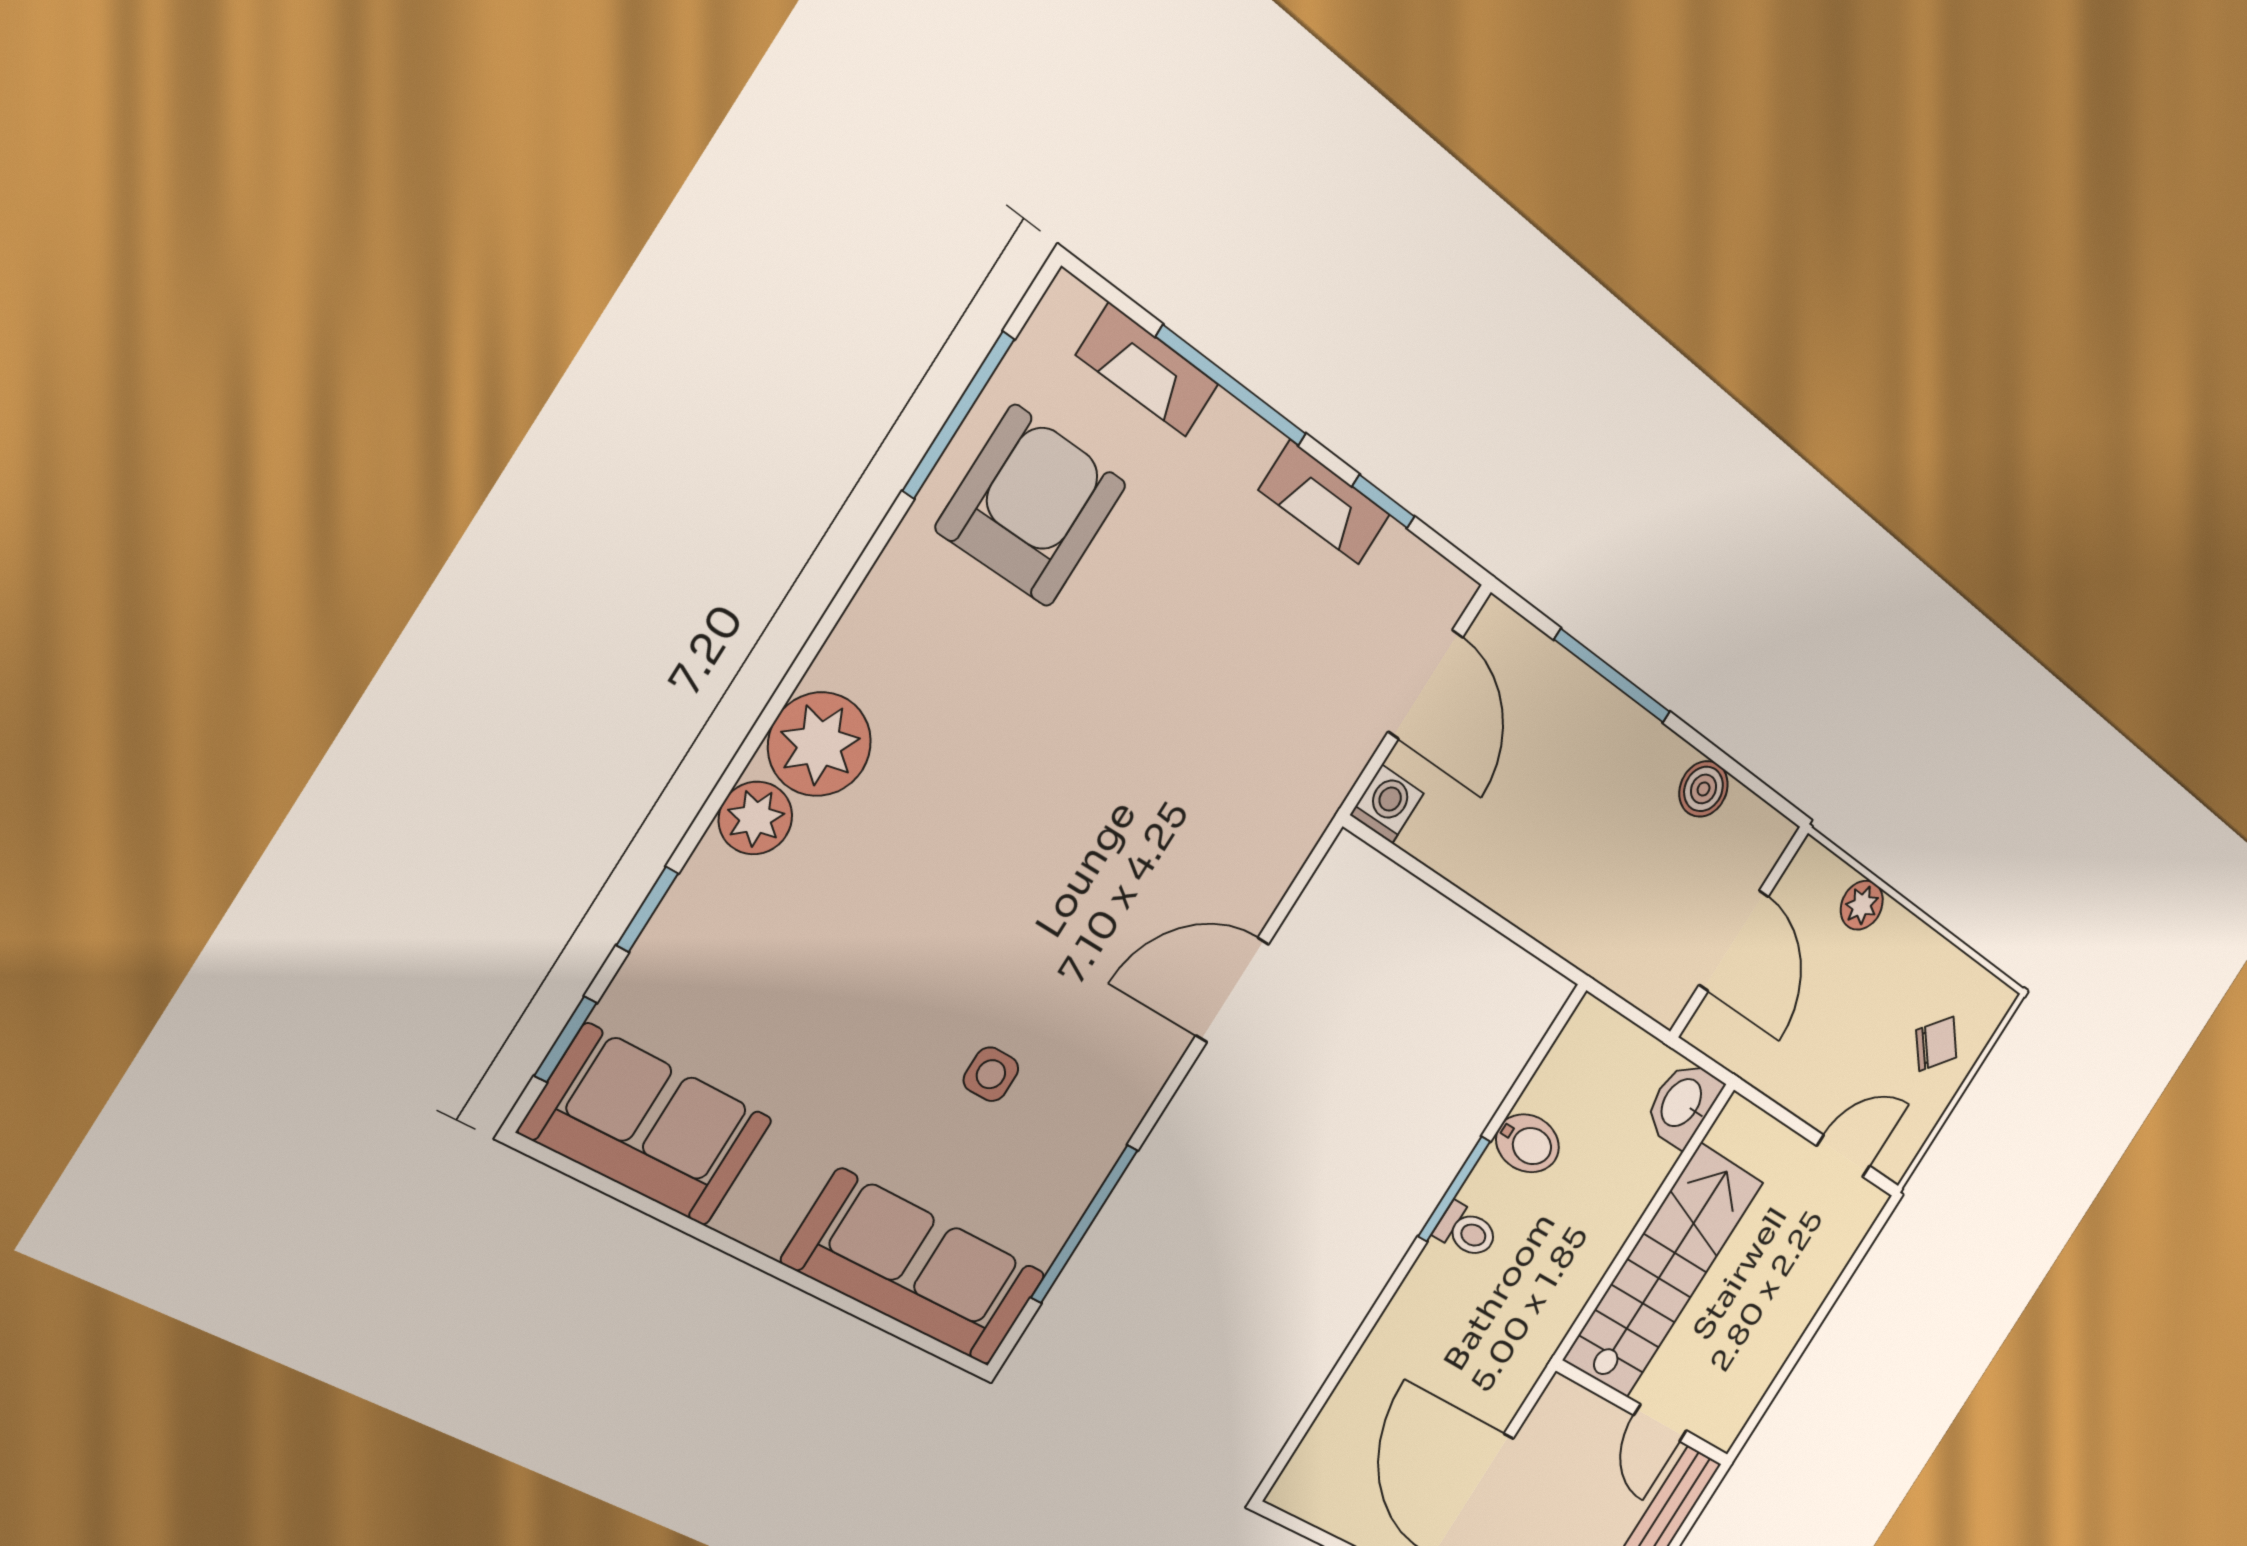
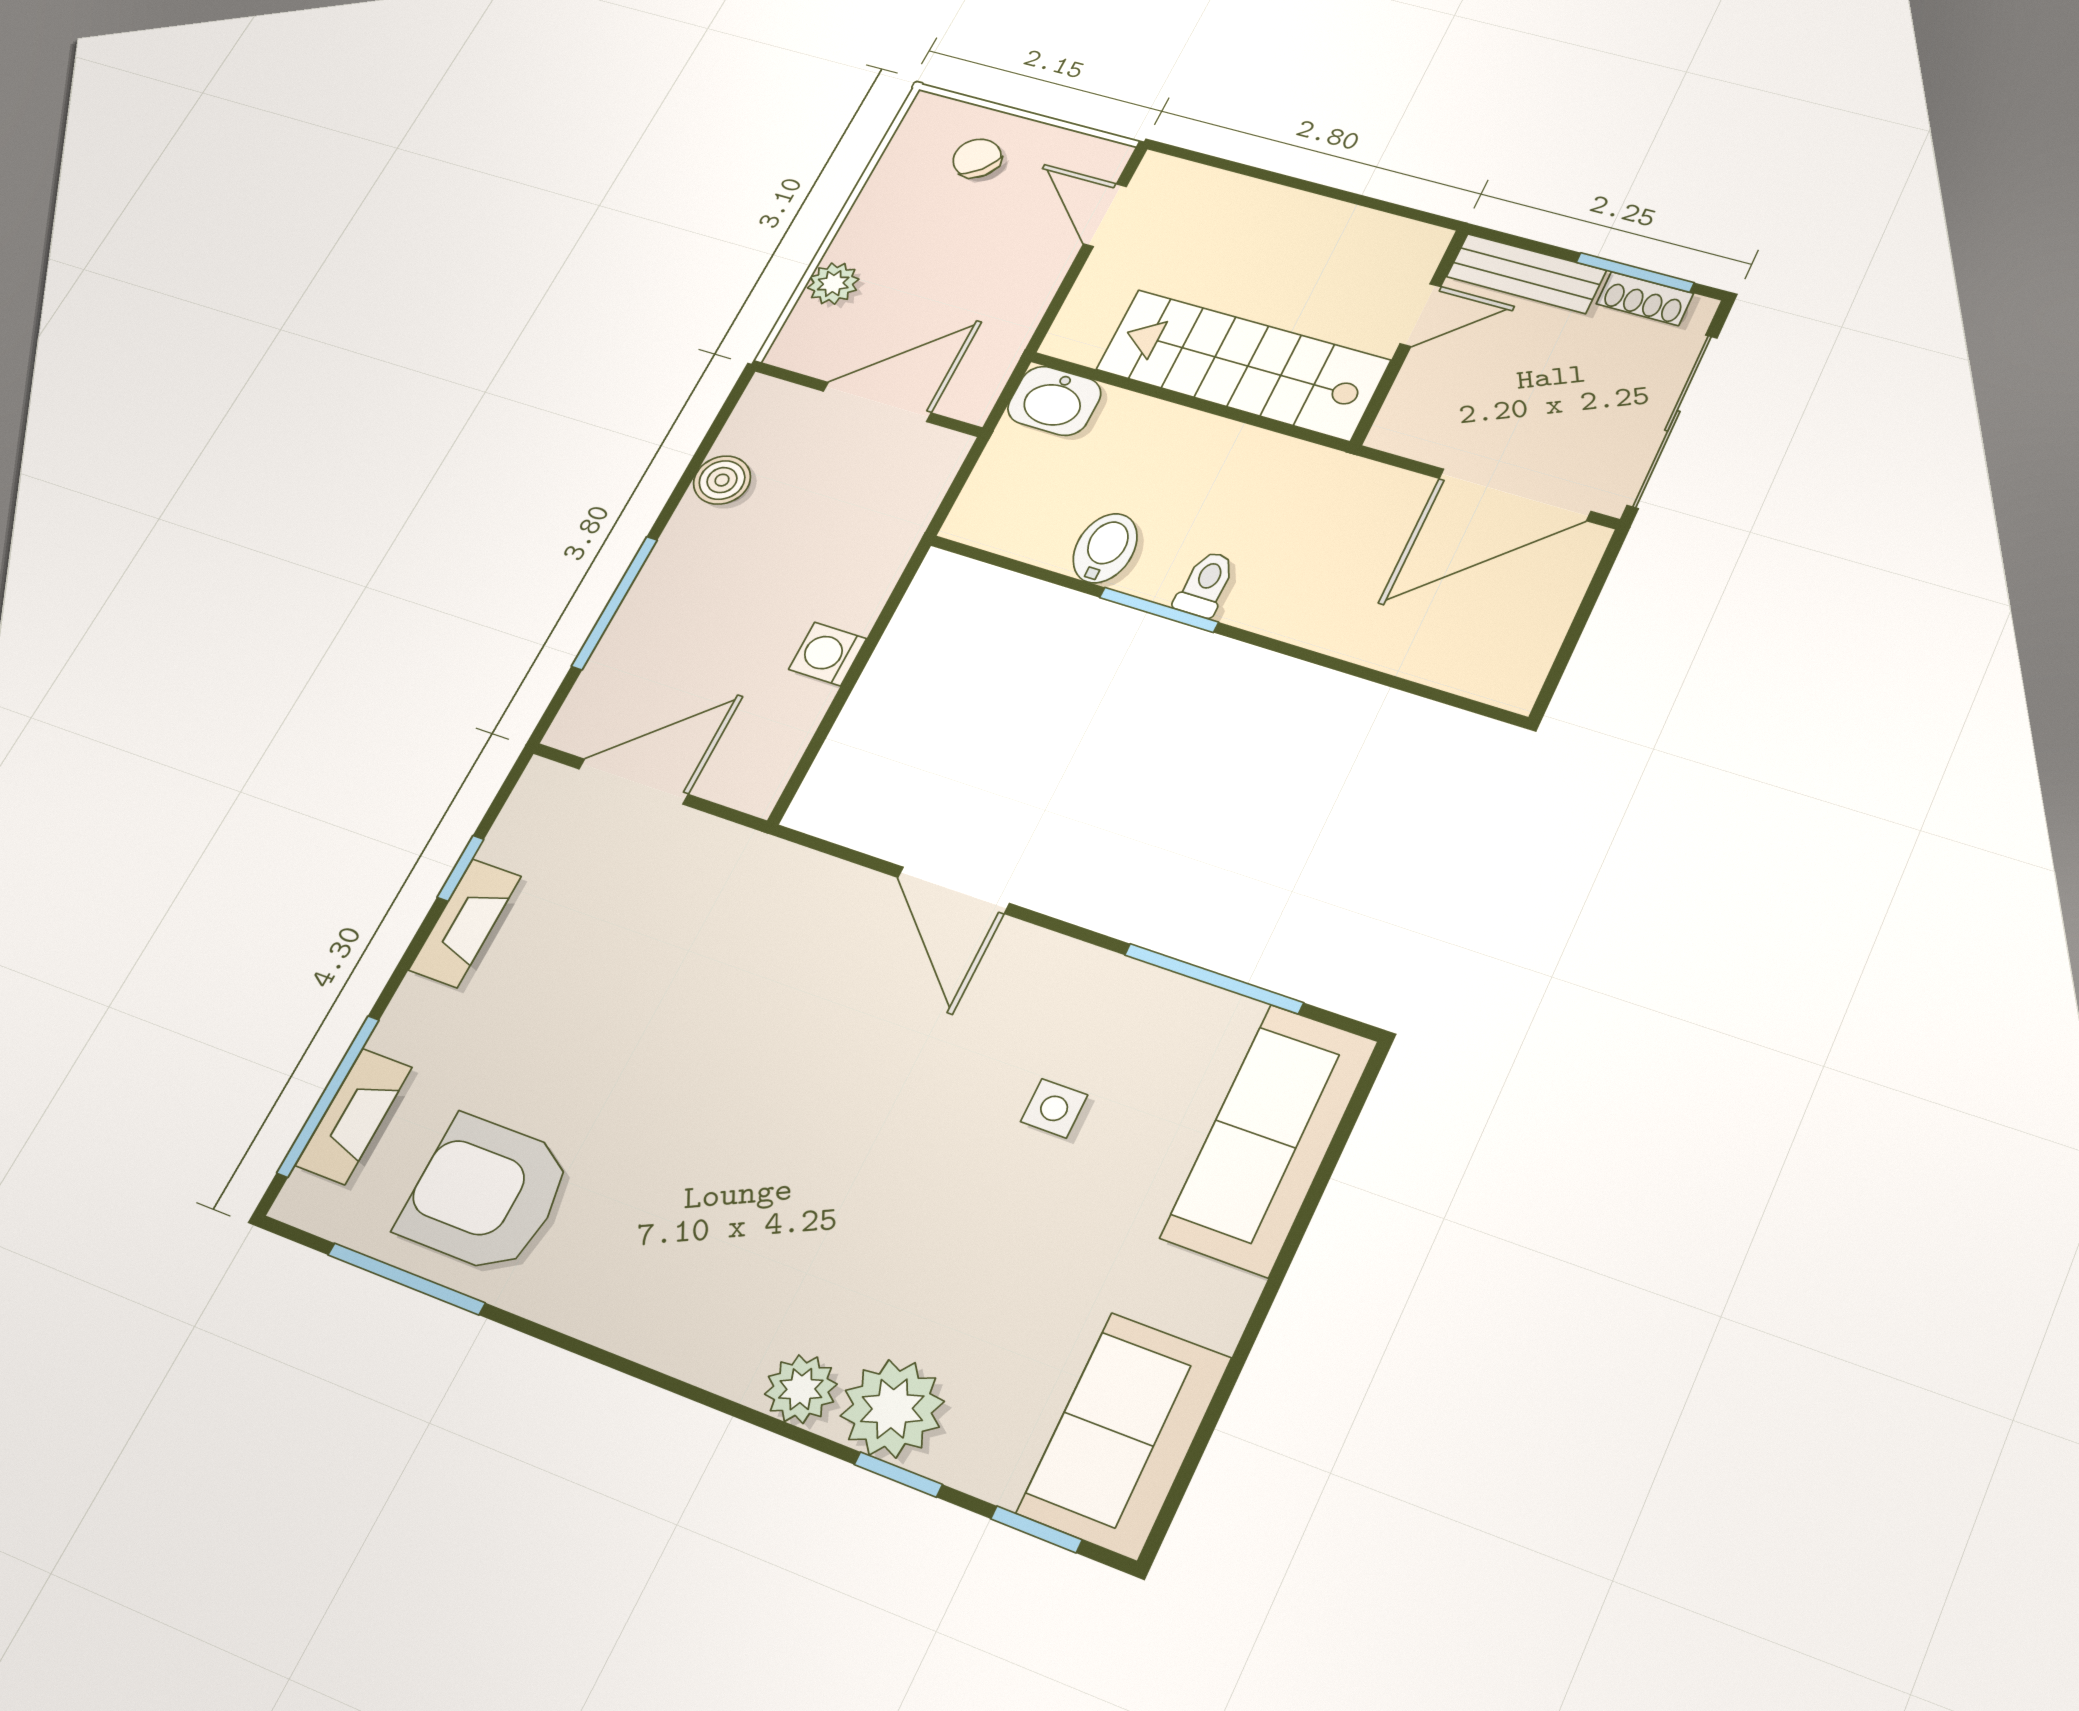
window: (1232, 386) -> (328, 1096), moved
plant: (820, 744) -> (892, 1409), moved
washing machine: (1387, 804) -> (828, 654), moved

